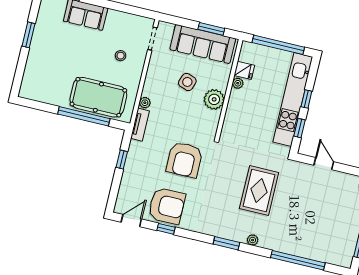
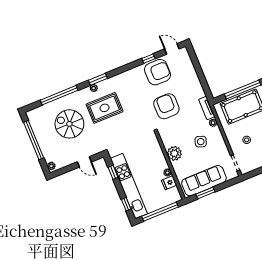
side table: (187, 82) -> (201, 142), moved
window: (306, 99) -> (126, 204), moved
window: (122, 160) -> (203, 80), removed
rug: (259, 191) -> (105, 108), moved, turned 90
armchair: (167, 206) -> (158, 72), turned 180
spiral stairs: (310, 219) -> (69, 124), added
door: (131, 221) -> (172, 49), swing flipped
window: (226, 243) -> (98, 79), moved

